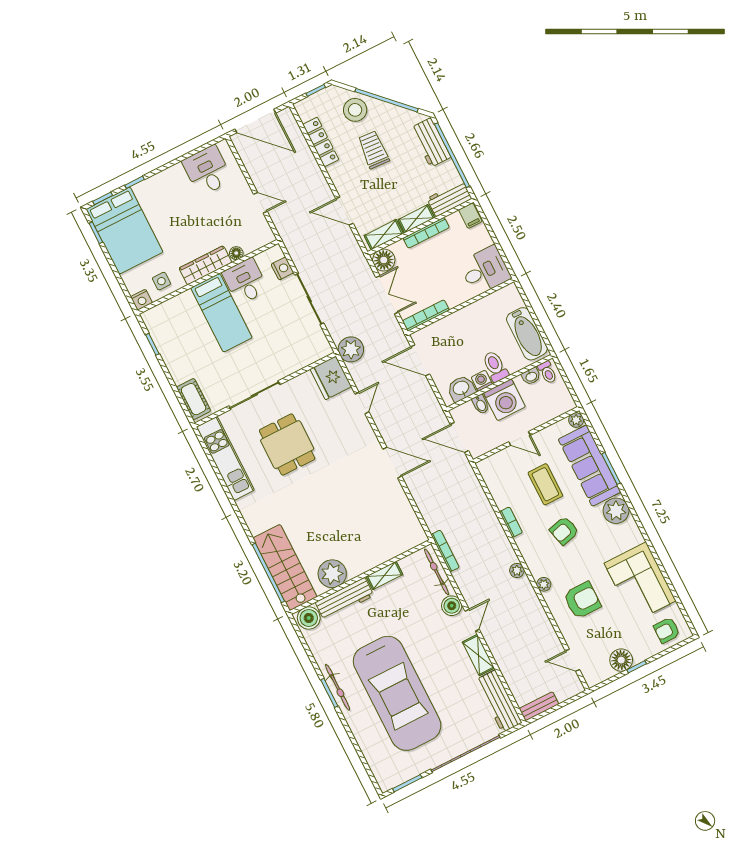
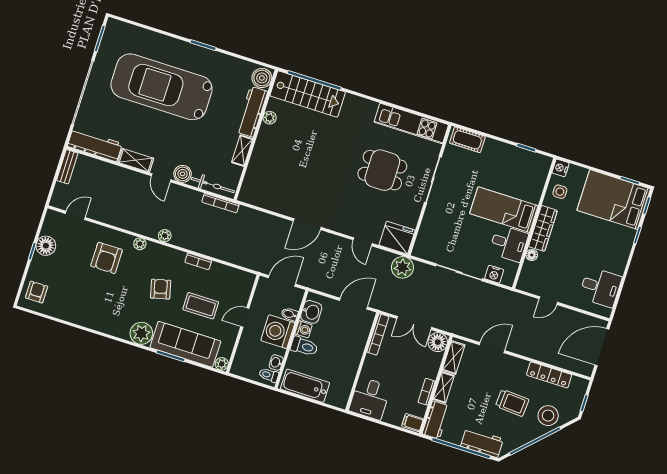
bookcase: (426, 233) -> (427, 392), width x0.64
plant: (332, 574) -> (270, 118), width x0.53, depth x0.53
corner sofa: (640, 582) -> (83, 305), removed
bicycle: (338, 687) -> (201, 54), removed

